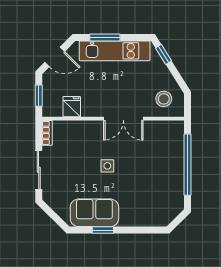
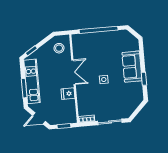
door: (55, 57) -> (39, 118), swing flipped
fridge: (72, 107) -> (68, 94), moved
sofa: (94, 213) -> (132, 67), moved

